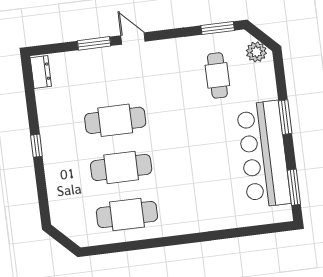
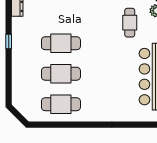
window: (36, 146) -> (9, 41), moved

